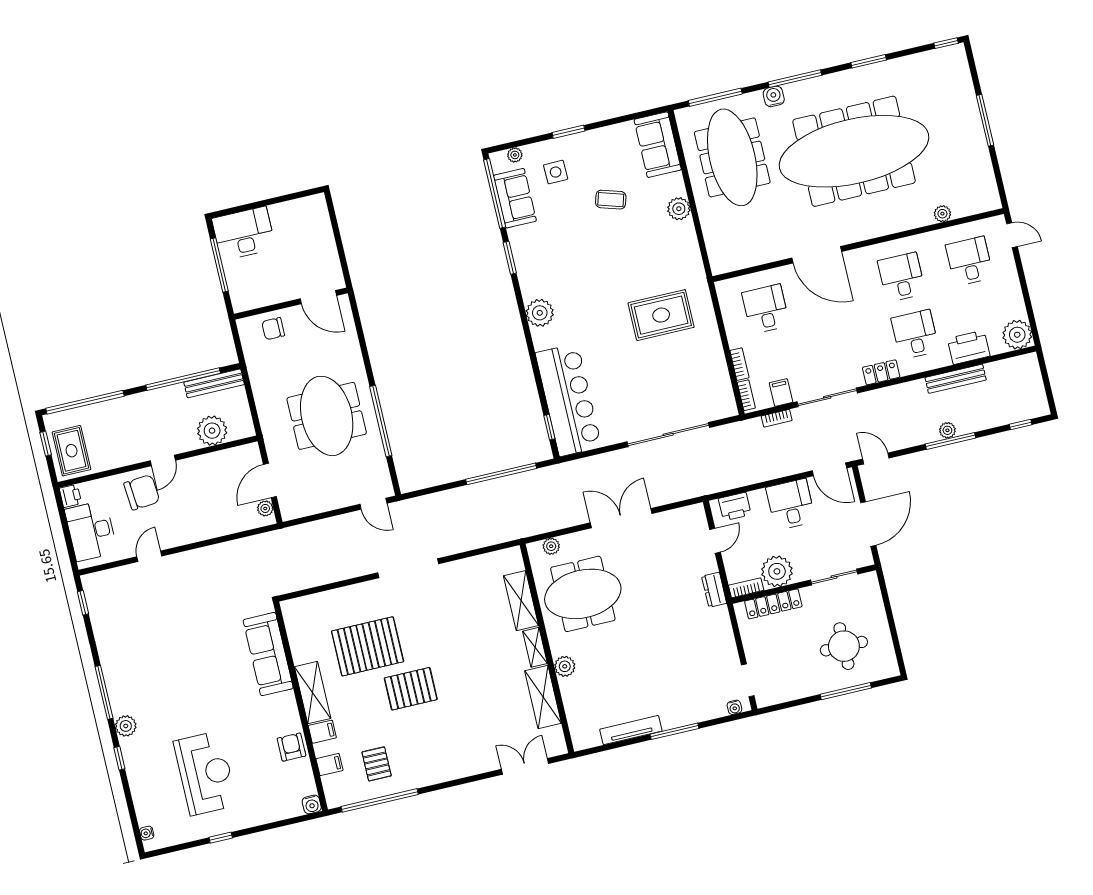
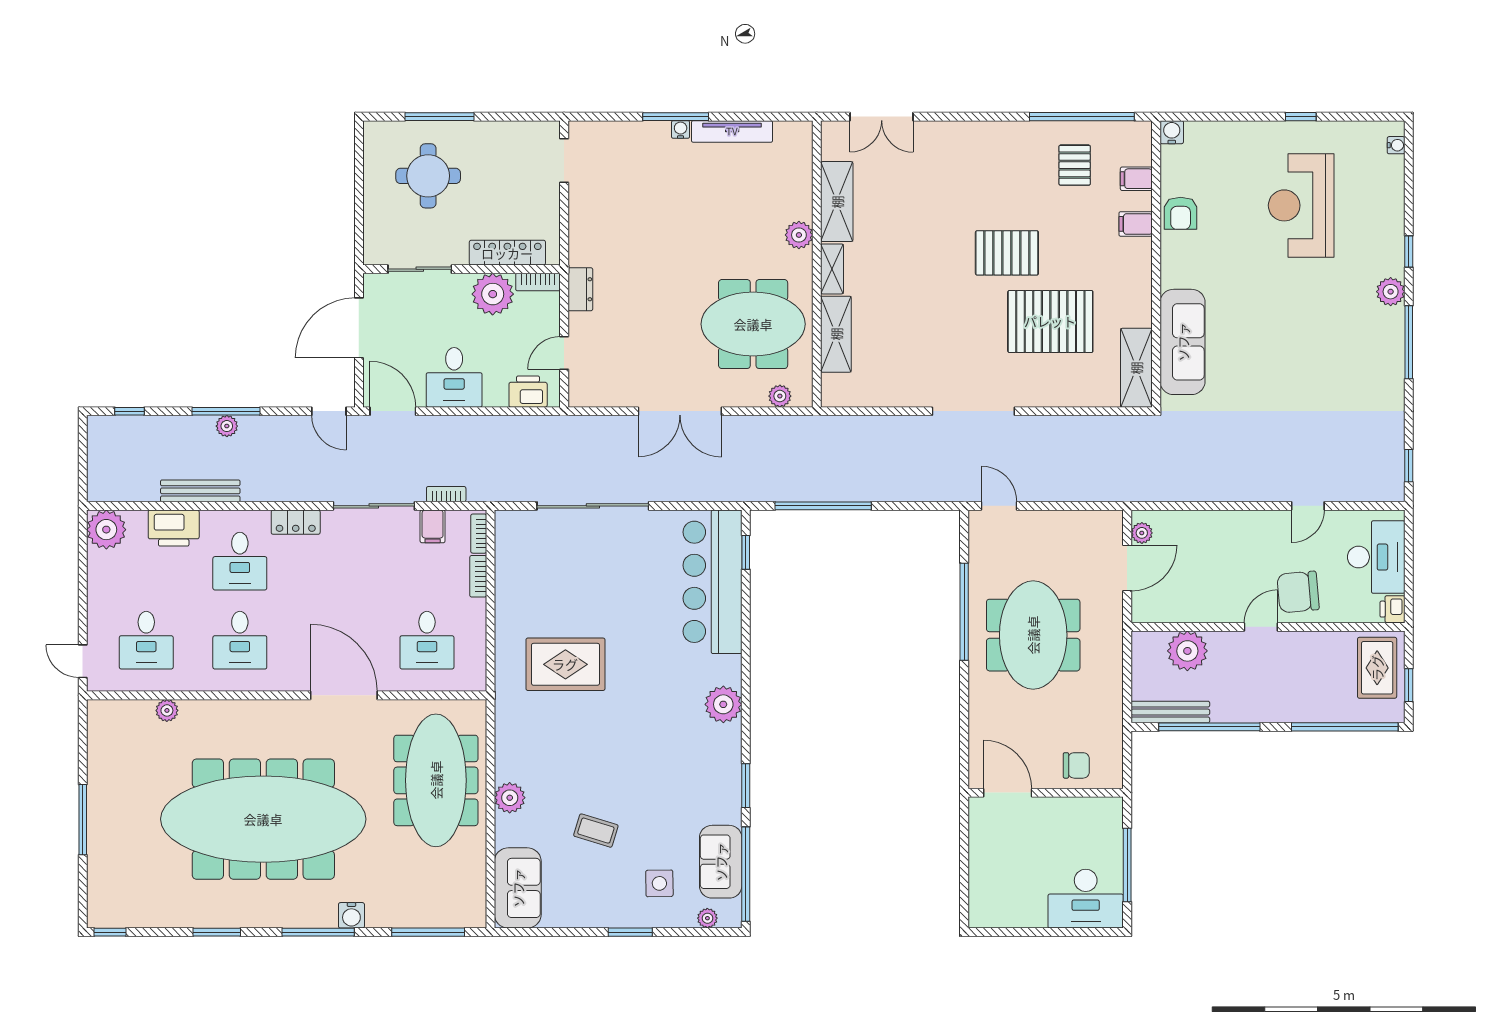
meeting table: (732, 157) -> (436, 780), moved
shelving: (313, 693) -> (1136, 368), moved
water cooler: (734, 707) -> (681, 129), moved

